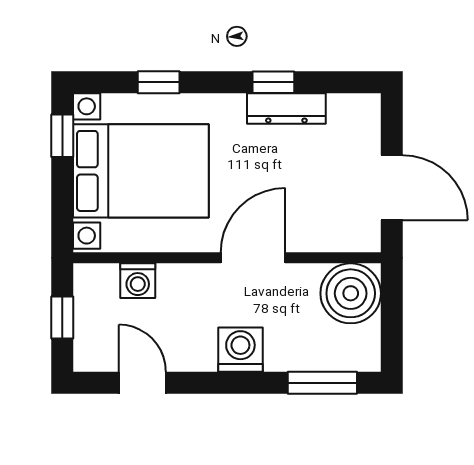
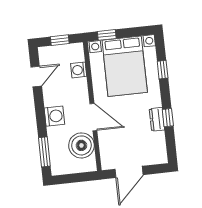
dresser: (286, 108) -> (157, 119), width x0.70
window: (62, 136) -> (107, 35), moved
boiler: (351, 293) -> (81, 145), moved

